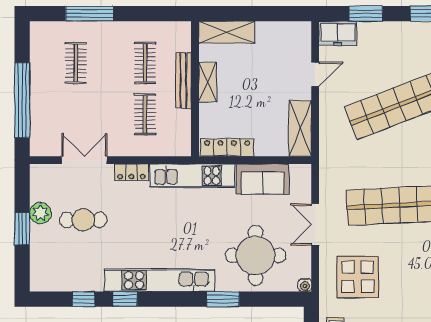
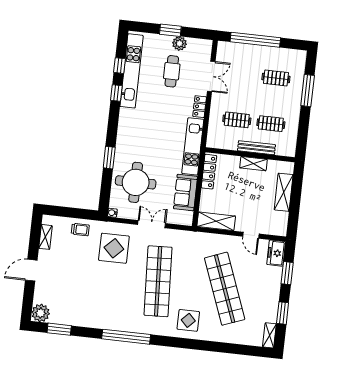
shelving: (227, 32) -> (284, 192), moved
kitchen unit: (159, 280) -> (132, 71), moved

